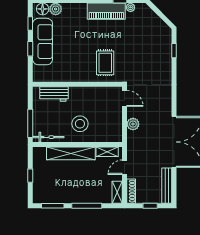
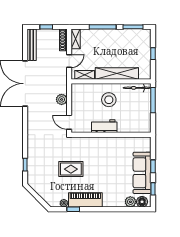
rug: (105, 63) -> (71, 169), moved, turned 90
workbench: (54, 94) -> (104, 126), moved

